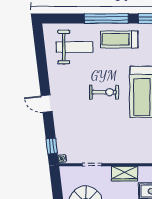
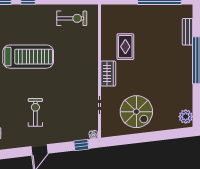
exercise bike: (104, 92) -> (35, 112), moved

